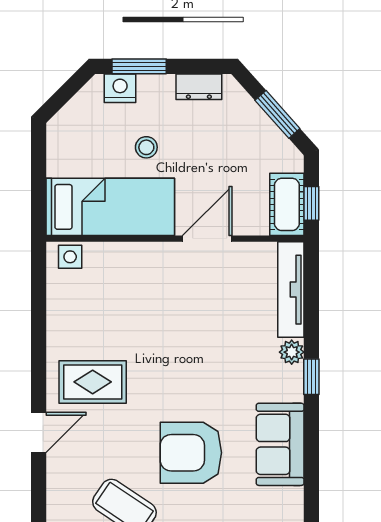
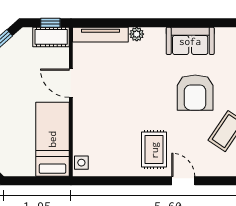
stool: (146, 147) -> (18, 118), removed
window: (311, 377) -> (151, 23), removed

